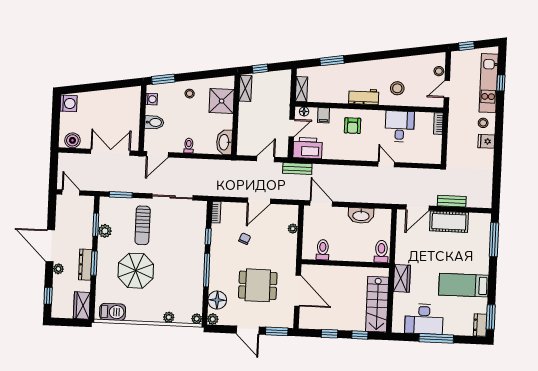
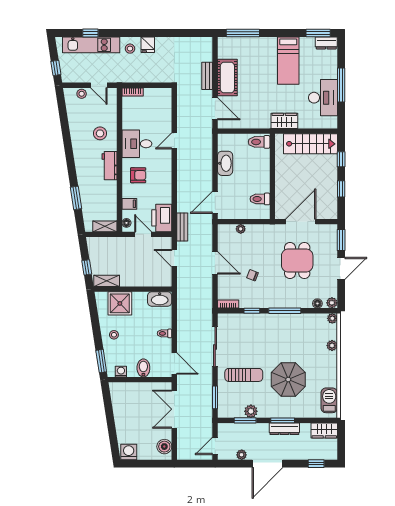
desk: (400, 126) -> (137, 144), moved
plant: (58, 269) -> (242, 455), moved
floor lamp: (217, 300) -> (317, 303), width x0.53, depth x0.53

